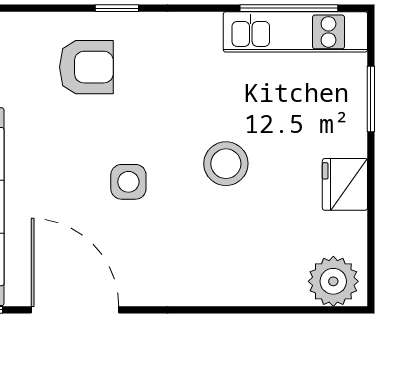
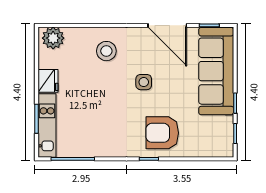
kitchen unit: (295, 32) -> (47, 125), moved, turned 90
armchair: (86, 67) -> (162, 133), width x1.36, depth x1.36
stool: (226, 164) -> (106, 51), moved

